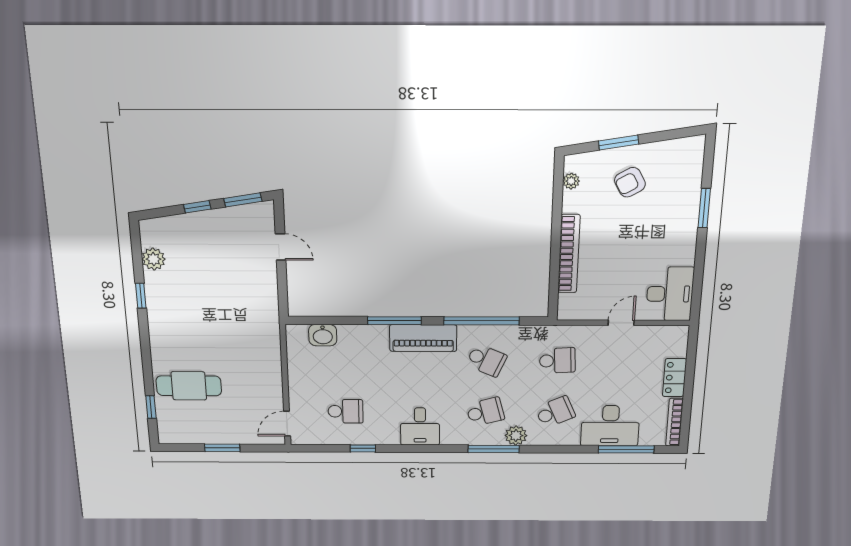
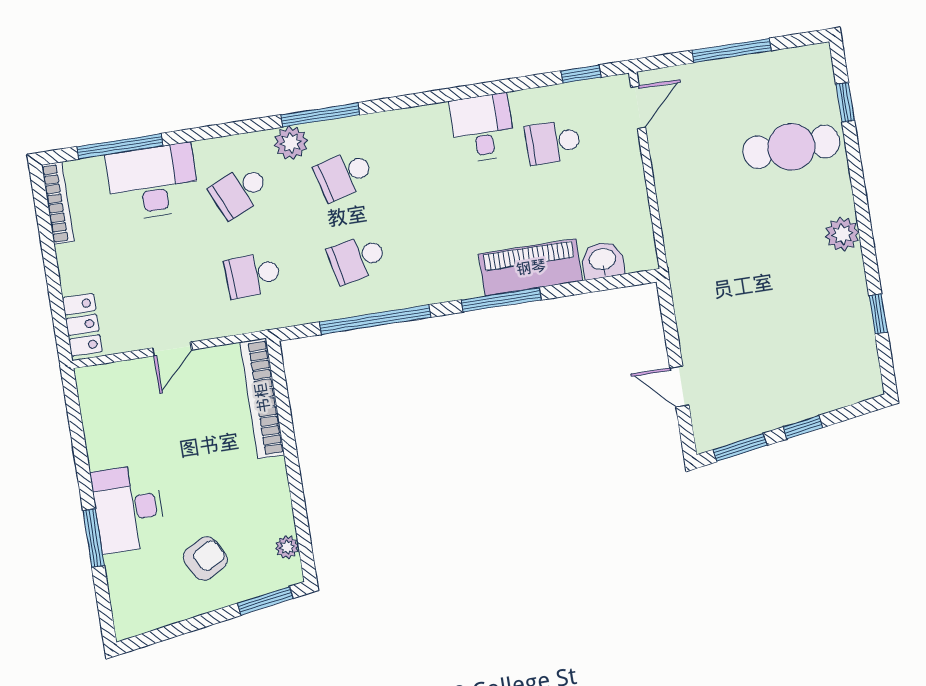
window: (619, 143) -> (265, 601), moved
bookcase: (569, 254) -> (262, 398), moved
plant: (153, 259) -> (842, 234), moved
desk: (670, 294) -> (128, 509), moved
window: (141, 296) -> (878, 314), moved
piano: (423, 338) -> (531, 267), moved
school desk: (486, 360) -> (357, 259), turned -36
locker: (675, 378) -> (82, 325), moved
desk: (420, 426) -> (482, 128), moved
window: (222, 448) -> (732, 50), width x1.44
window: (363, 448) -> (581, 74), moved

